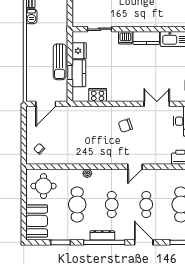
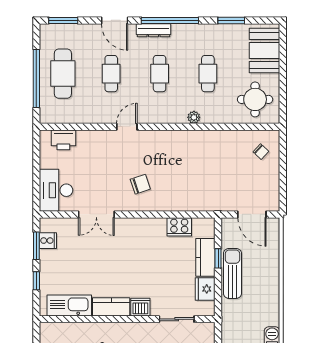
door: (46, 104) -> (252, 214), swing flipped
cafe table: (77, 204) -> (208, 74), width x0.73, depth x0.74
dresser: (102, 235) -> (154, 30), moved

